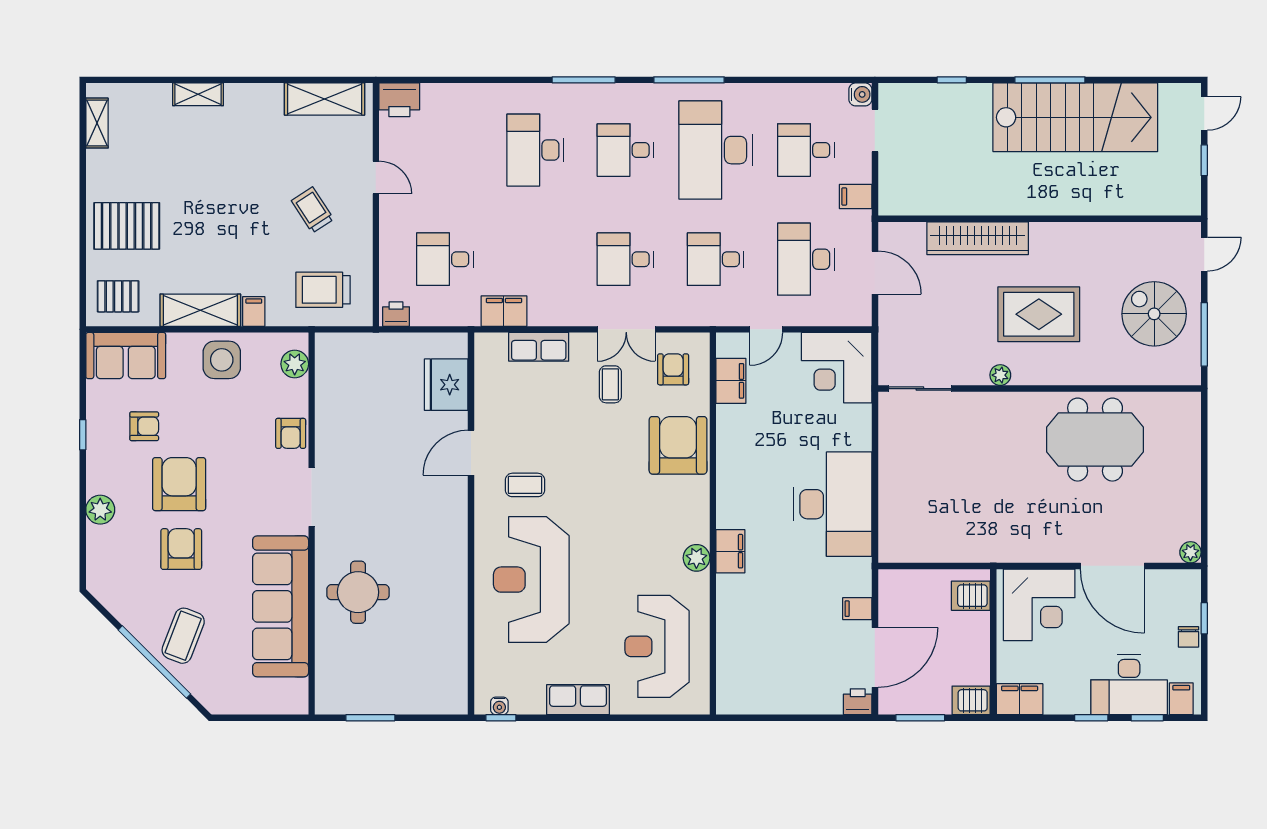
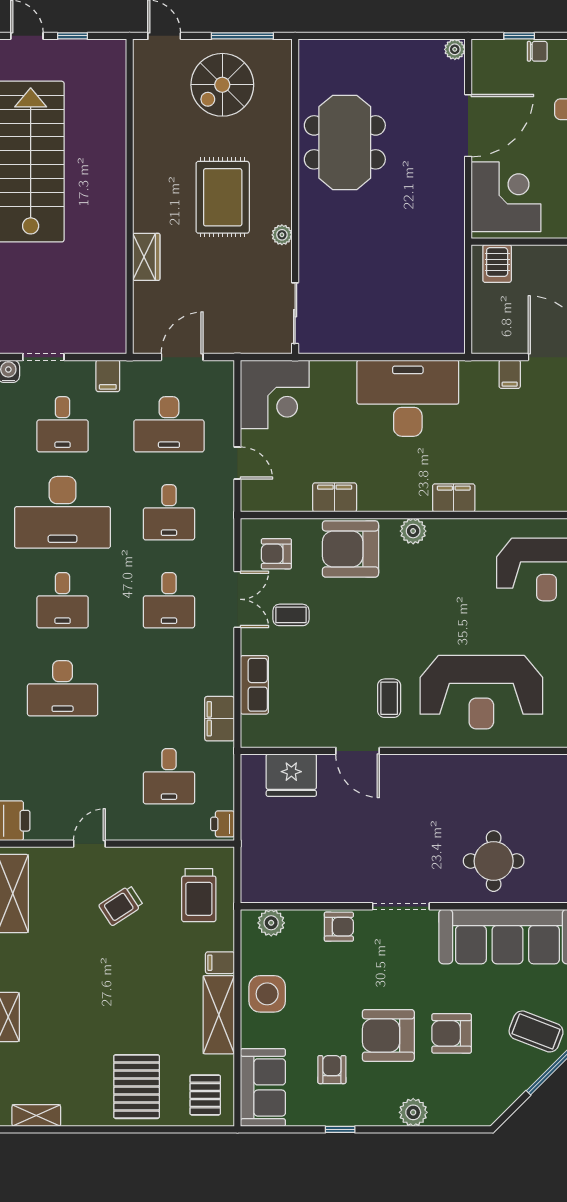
wardrobe: (978, 238) -> (146, 257), width x0.48, depth x0.85
filing cabinet: (731, 381) -> (335, 497), moved
plant: (696, 558) -> (413, 531), moved

